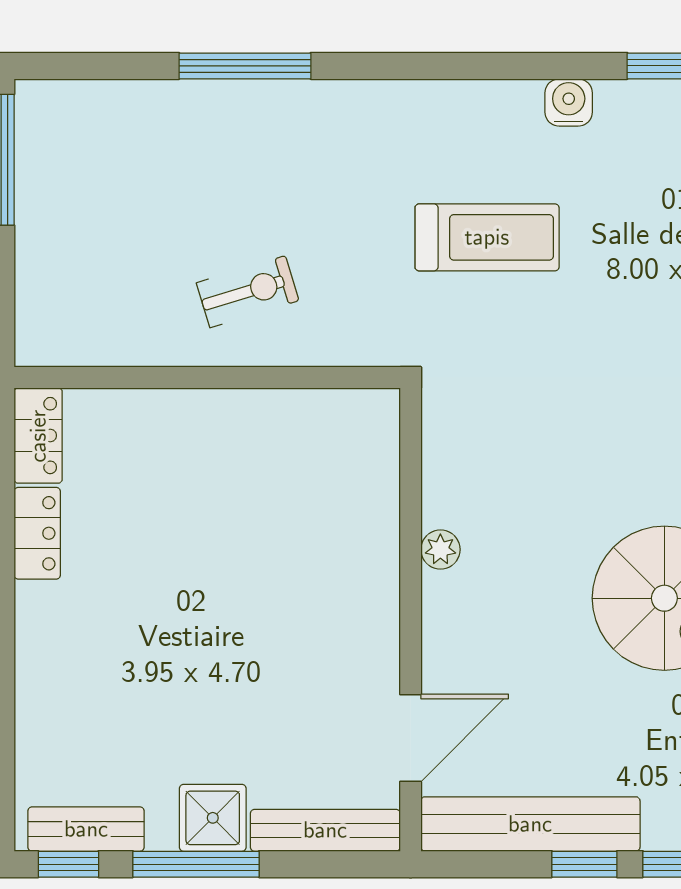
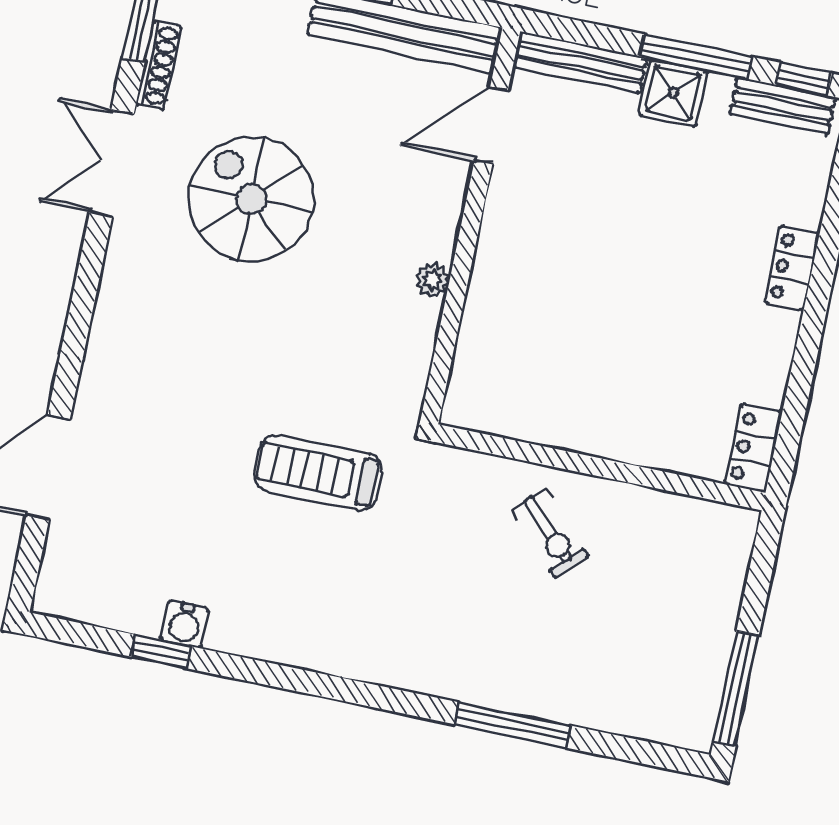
water cooler: (569, 102) -> (184, 624), moved
treadmill: (487, 237) -> (318, 473), moved
exercise bike: (248, 292) -> (550, 533), turned -117
locker: (37, 533) -> (792, 268), moved

